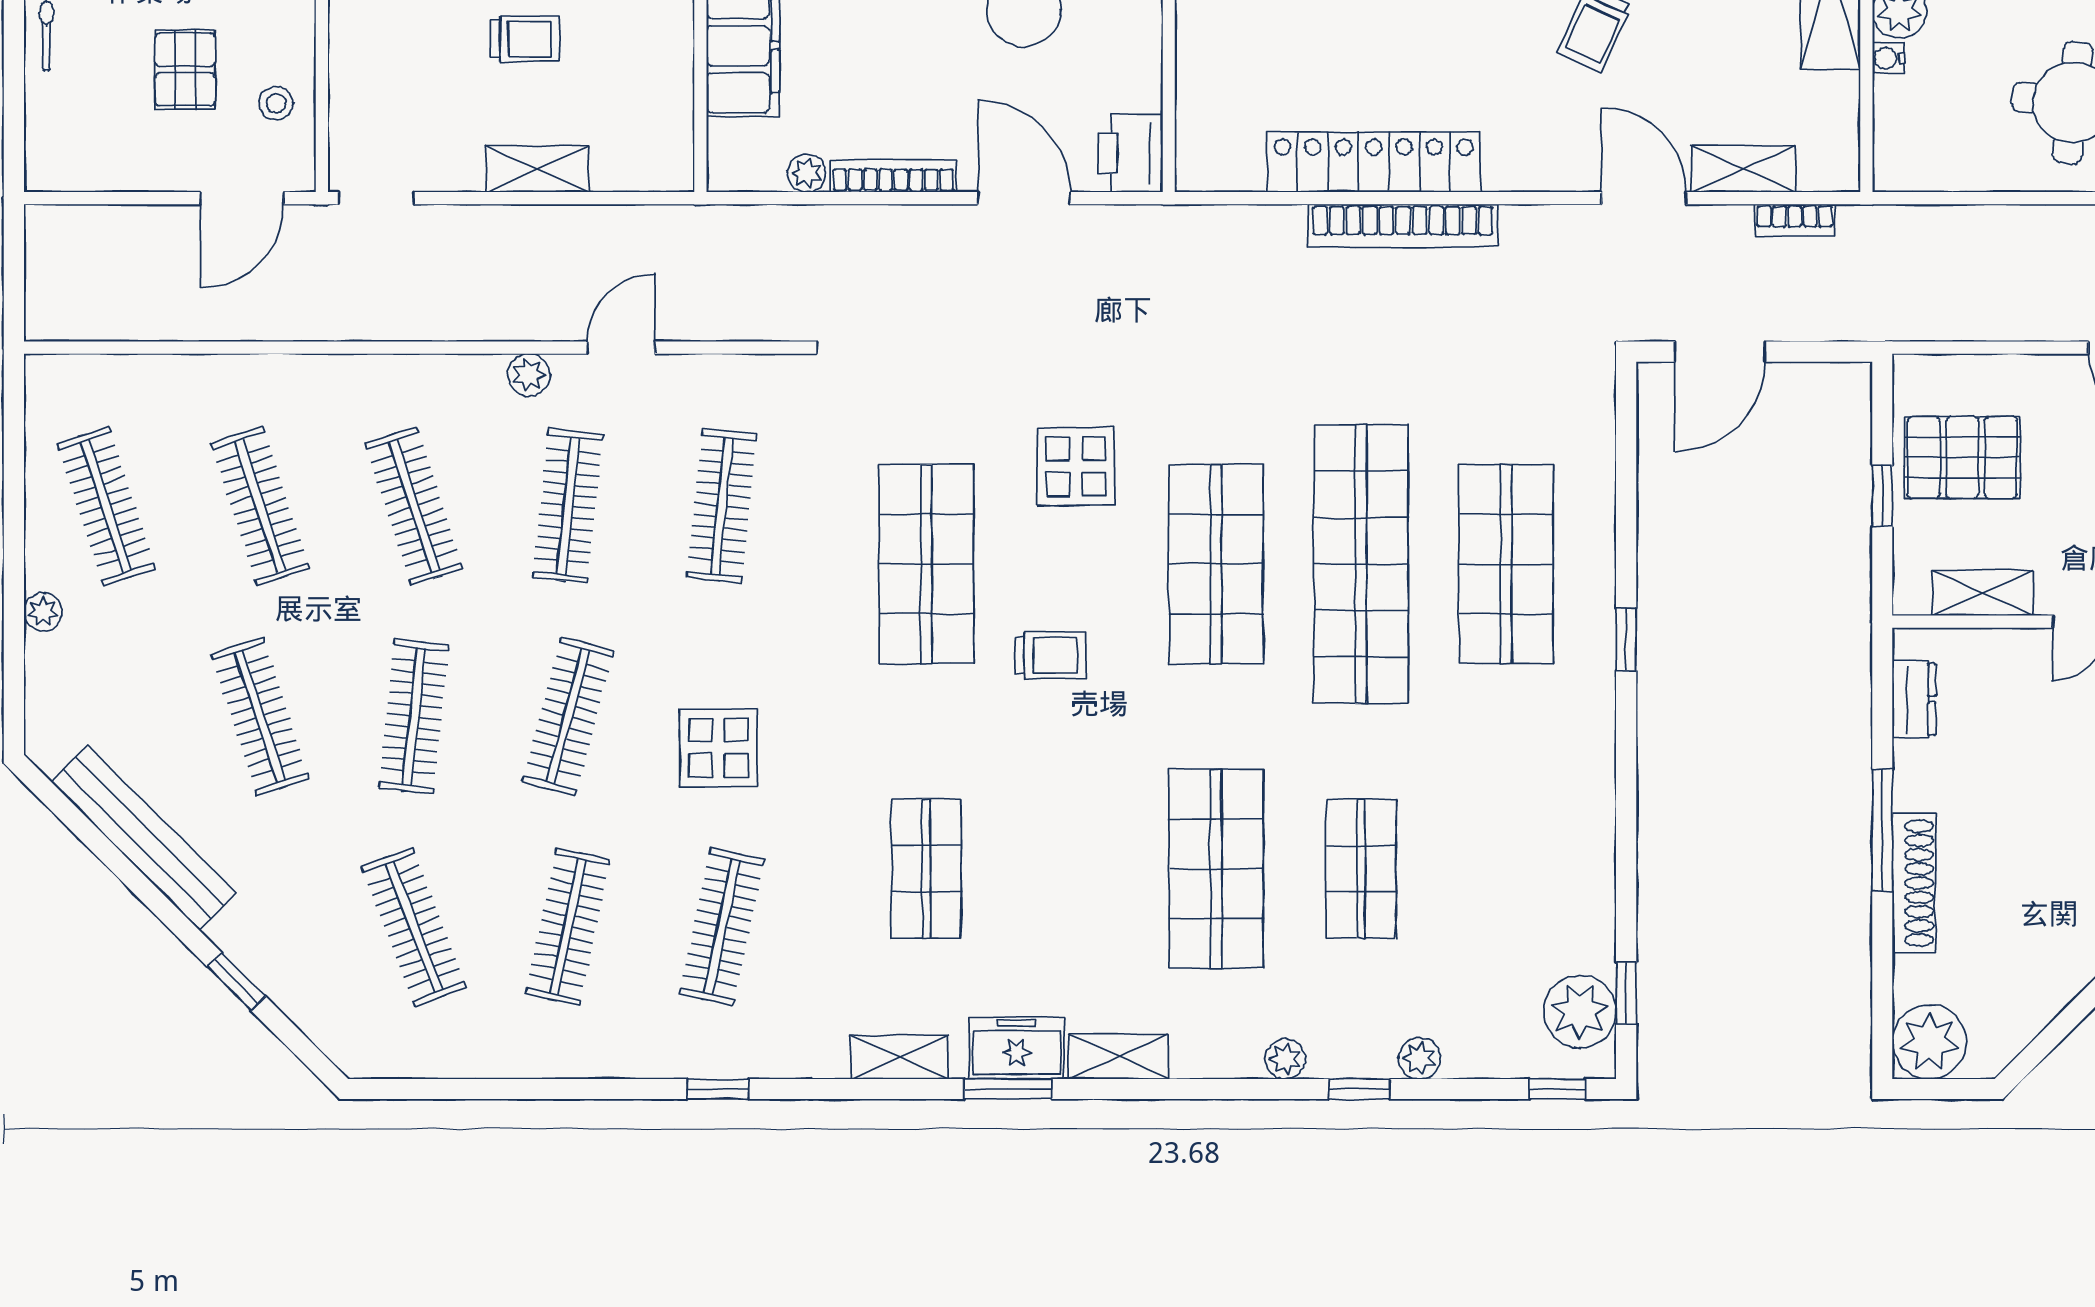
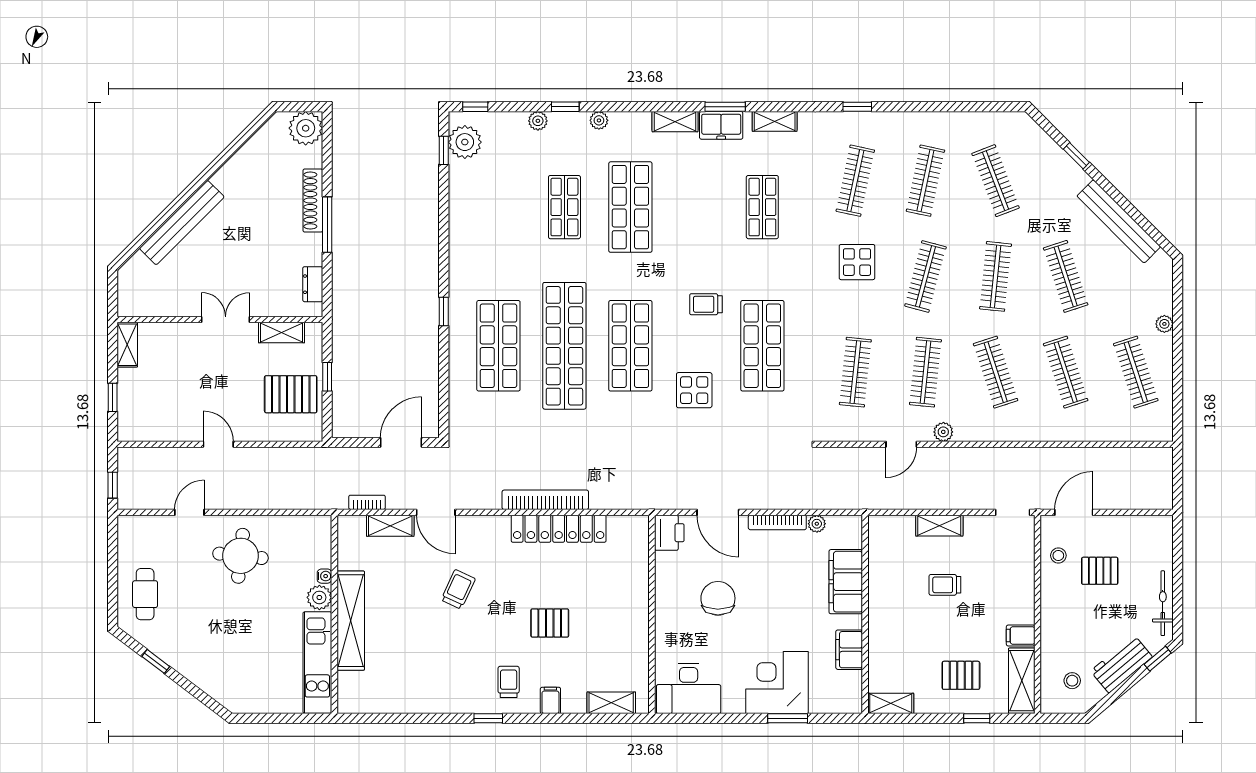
pallet: (185, 70) -> (1100, 571), turned 90

